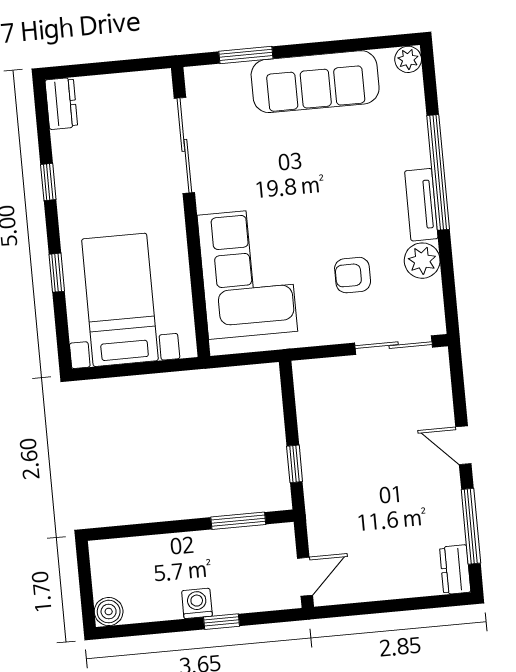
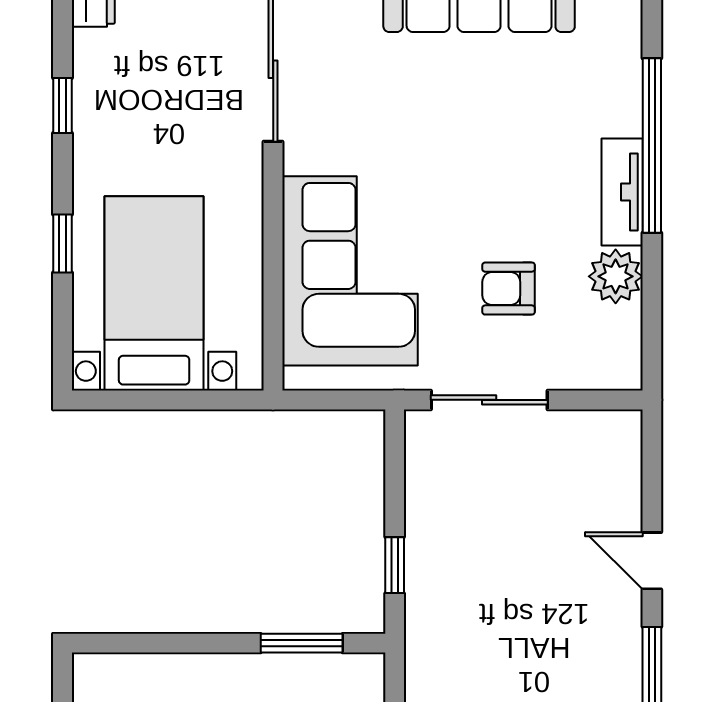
sliding door: (394, 345) -> (489, 400), moved

